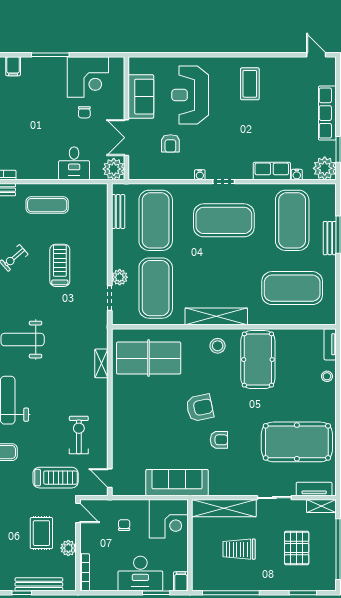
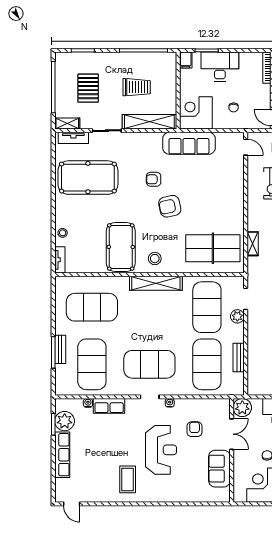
reception desk: (190, 95) -> (161, 450), moved
plant: (325, 168) -> (65, 421), moved
bench: (118, 211) -> (239, 358), moved

